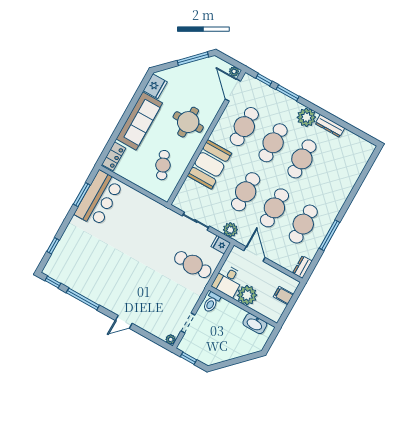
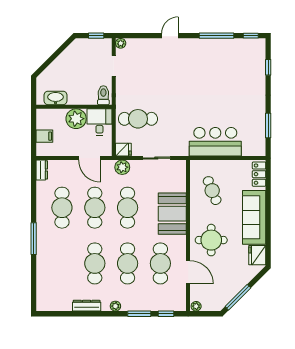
door: (233, 90) -> (188, 272), moved
plant: (306, 117) -> (115, 306), width x0.53, depth x0.53
bar counter: (99, 199) -> (215, 142), moved, turned 90
window: (330, 235) -> (34, 239), moved

